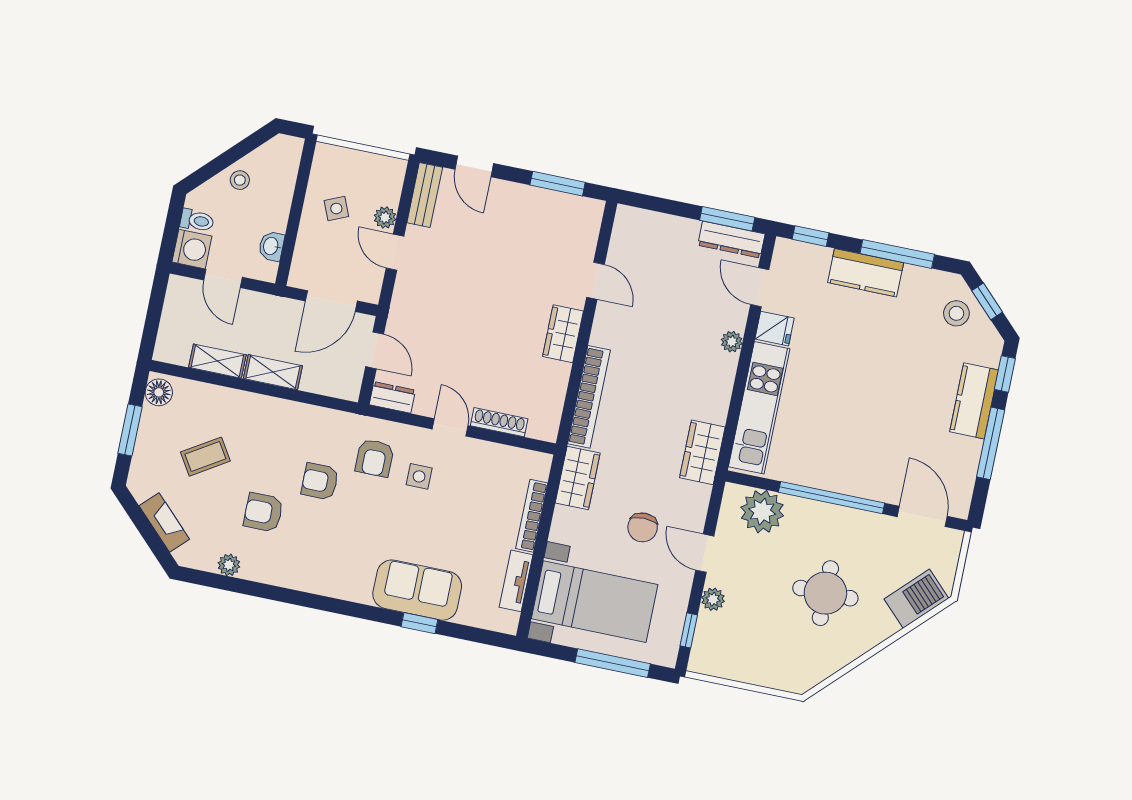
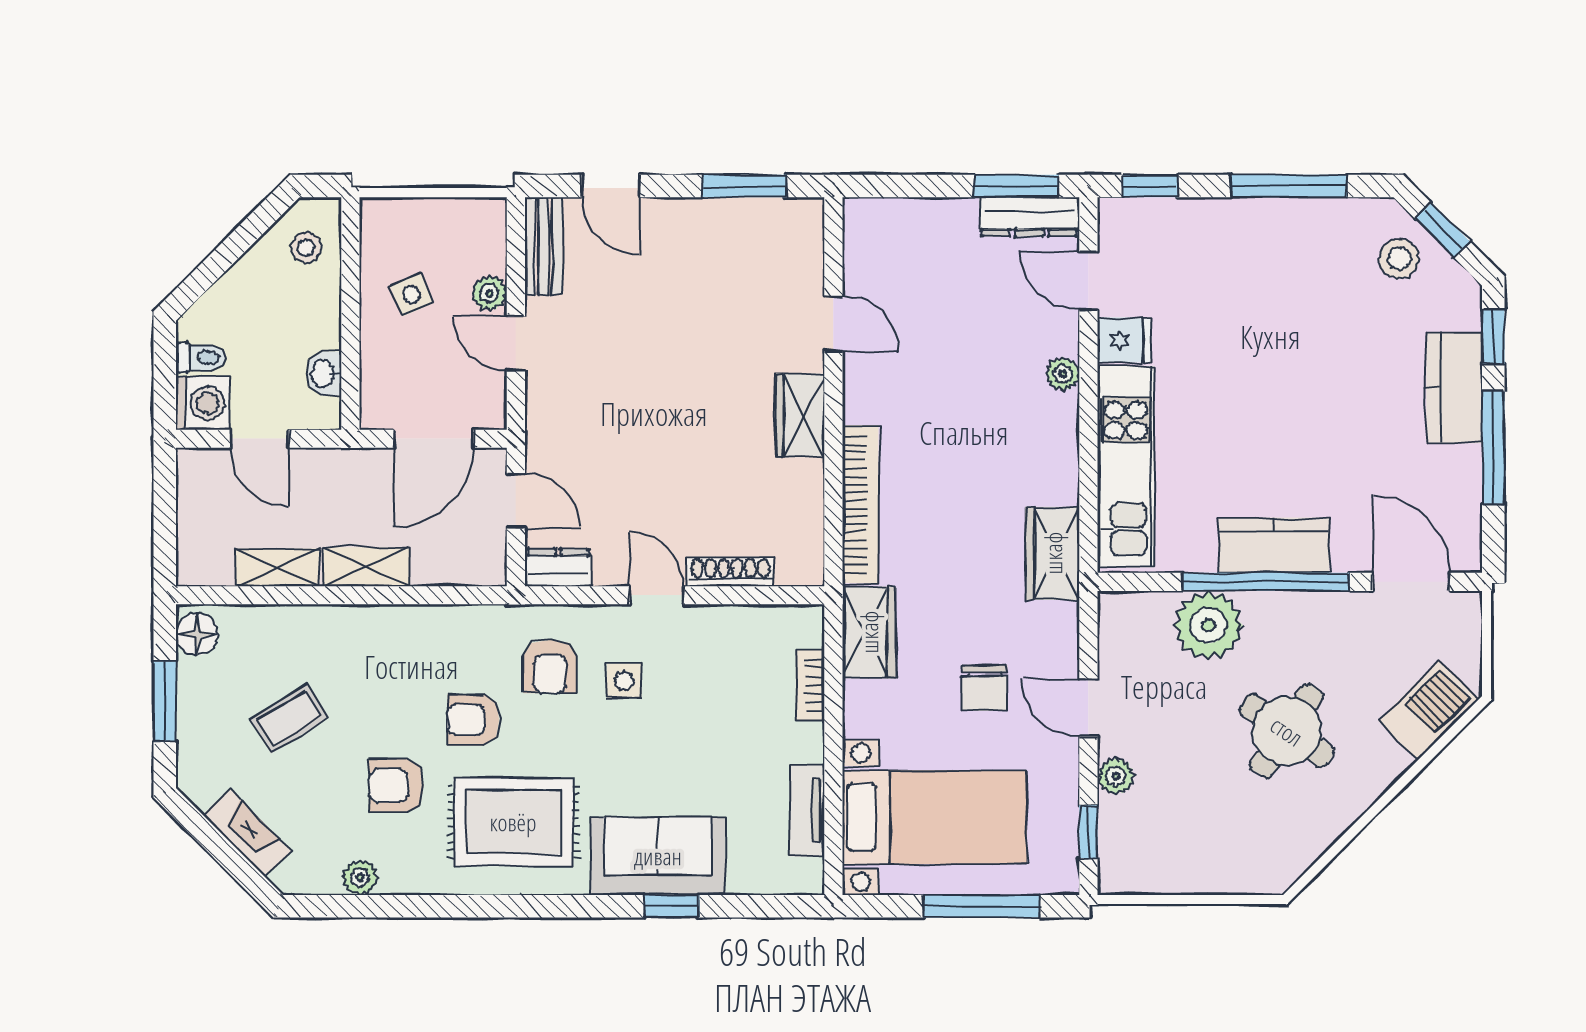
stool: (240, 180) -> (306, 248), moved
kitchen counter: (866, 273) -> (1274, 545), moved, turned 180
plant: (762, 512) -> (1208, 625), moved
bookcase: (532, 516) -> (810, 685), width x0.64
rug: (332, 550) -> (513, 822), added
round table: (825, 593) -> (1287, 731), turned 34

